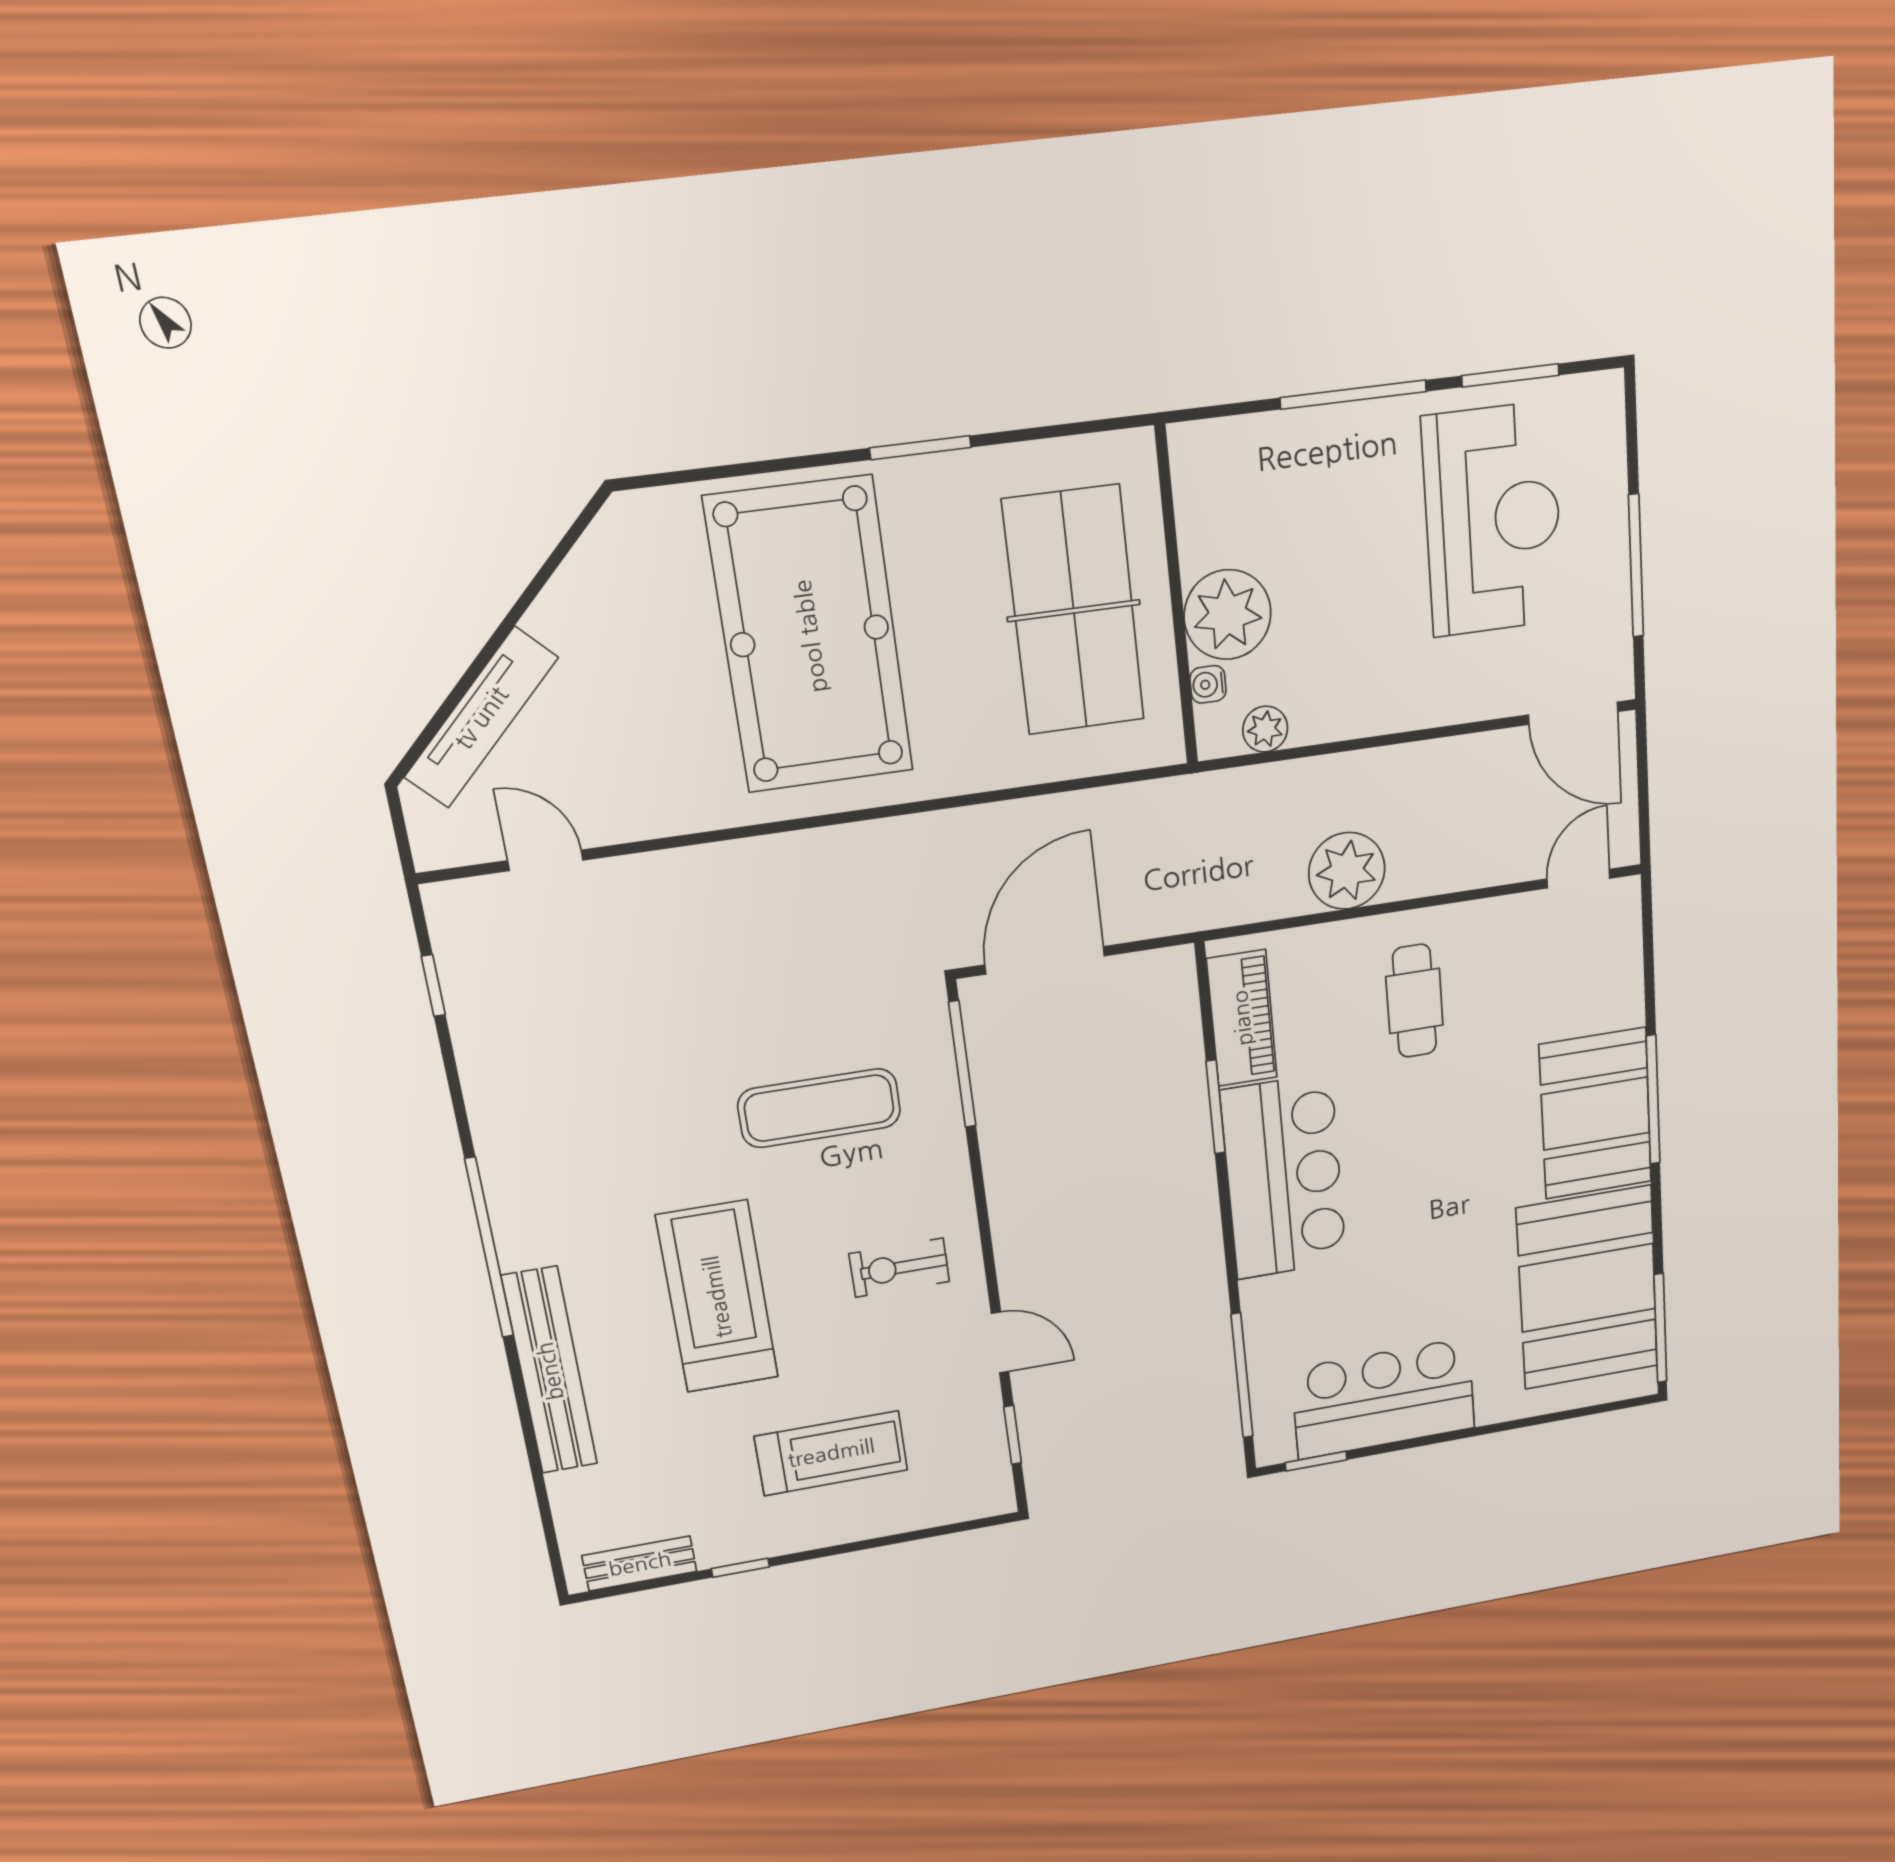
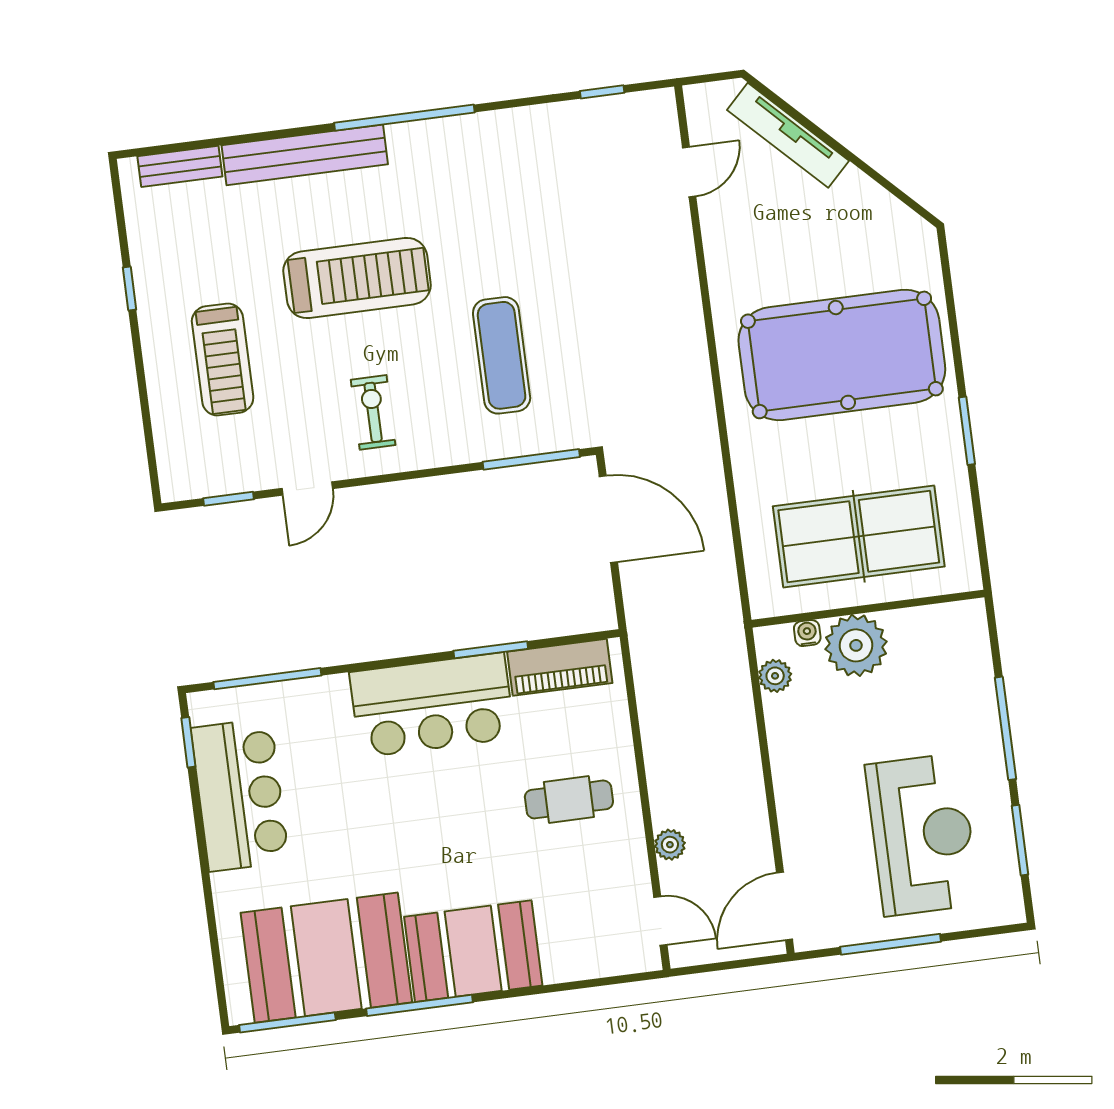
reception desk: (1493, 520) -> (922, 835), turned -90
plant: (1347, 871) -> (670, 845), moved, width x0.53, depth x0.53
window: (1653, 1100) -> (419, 1005), moved
bench: (640, 1564) -> (180, 166), moved, turned 90

